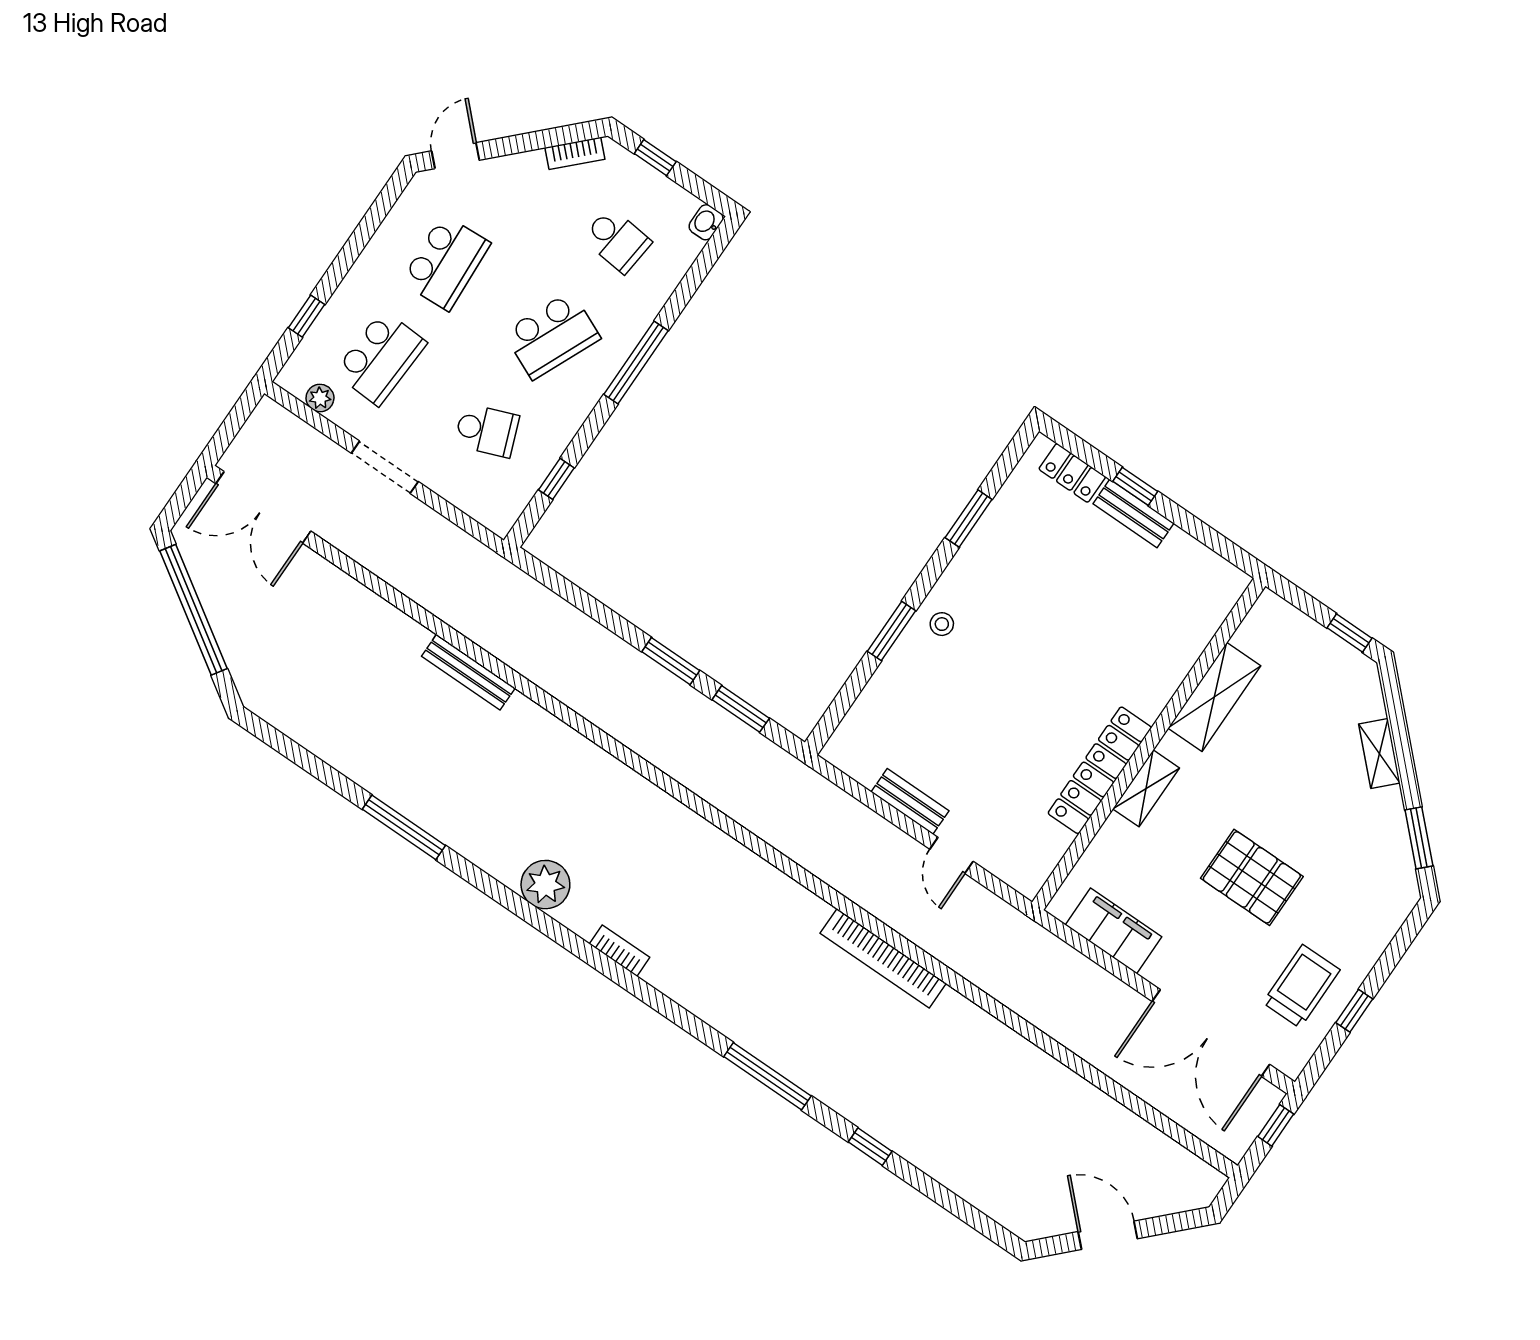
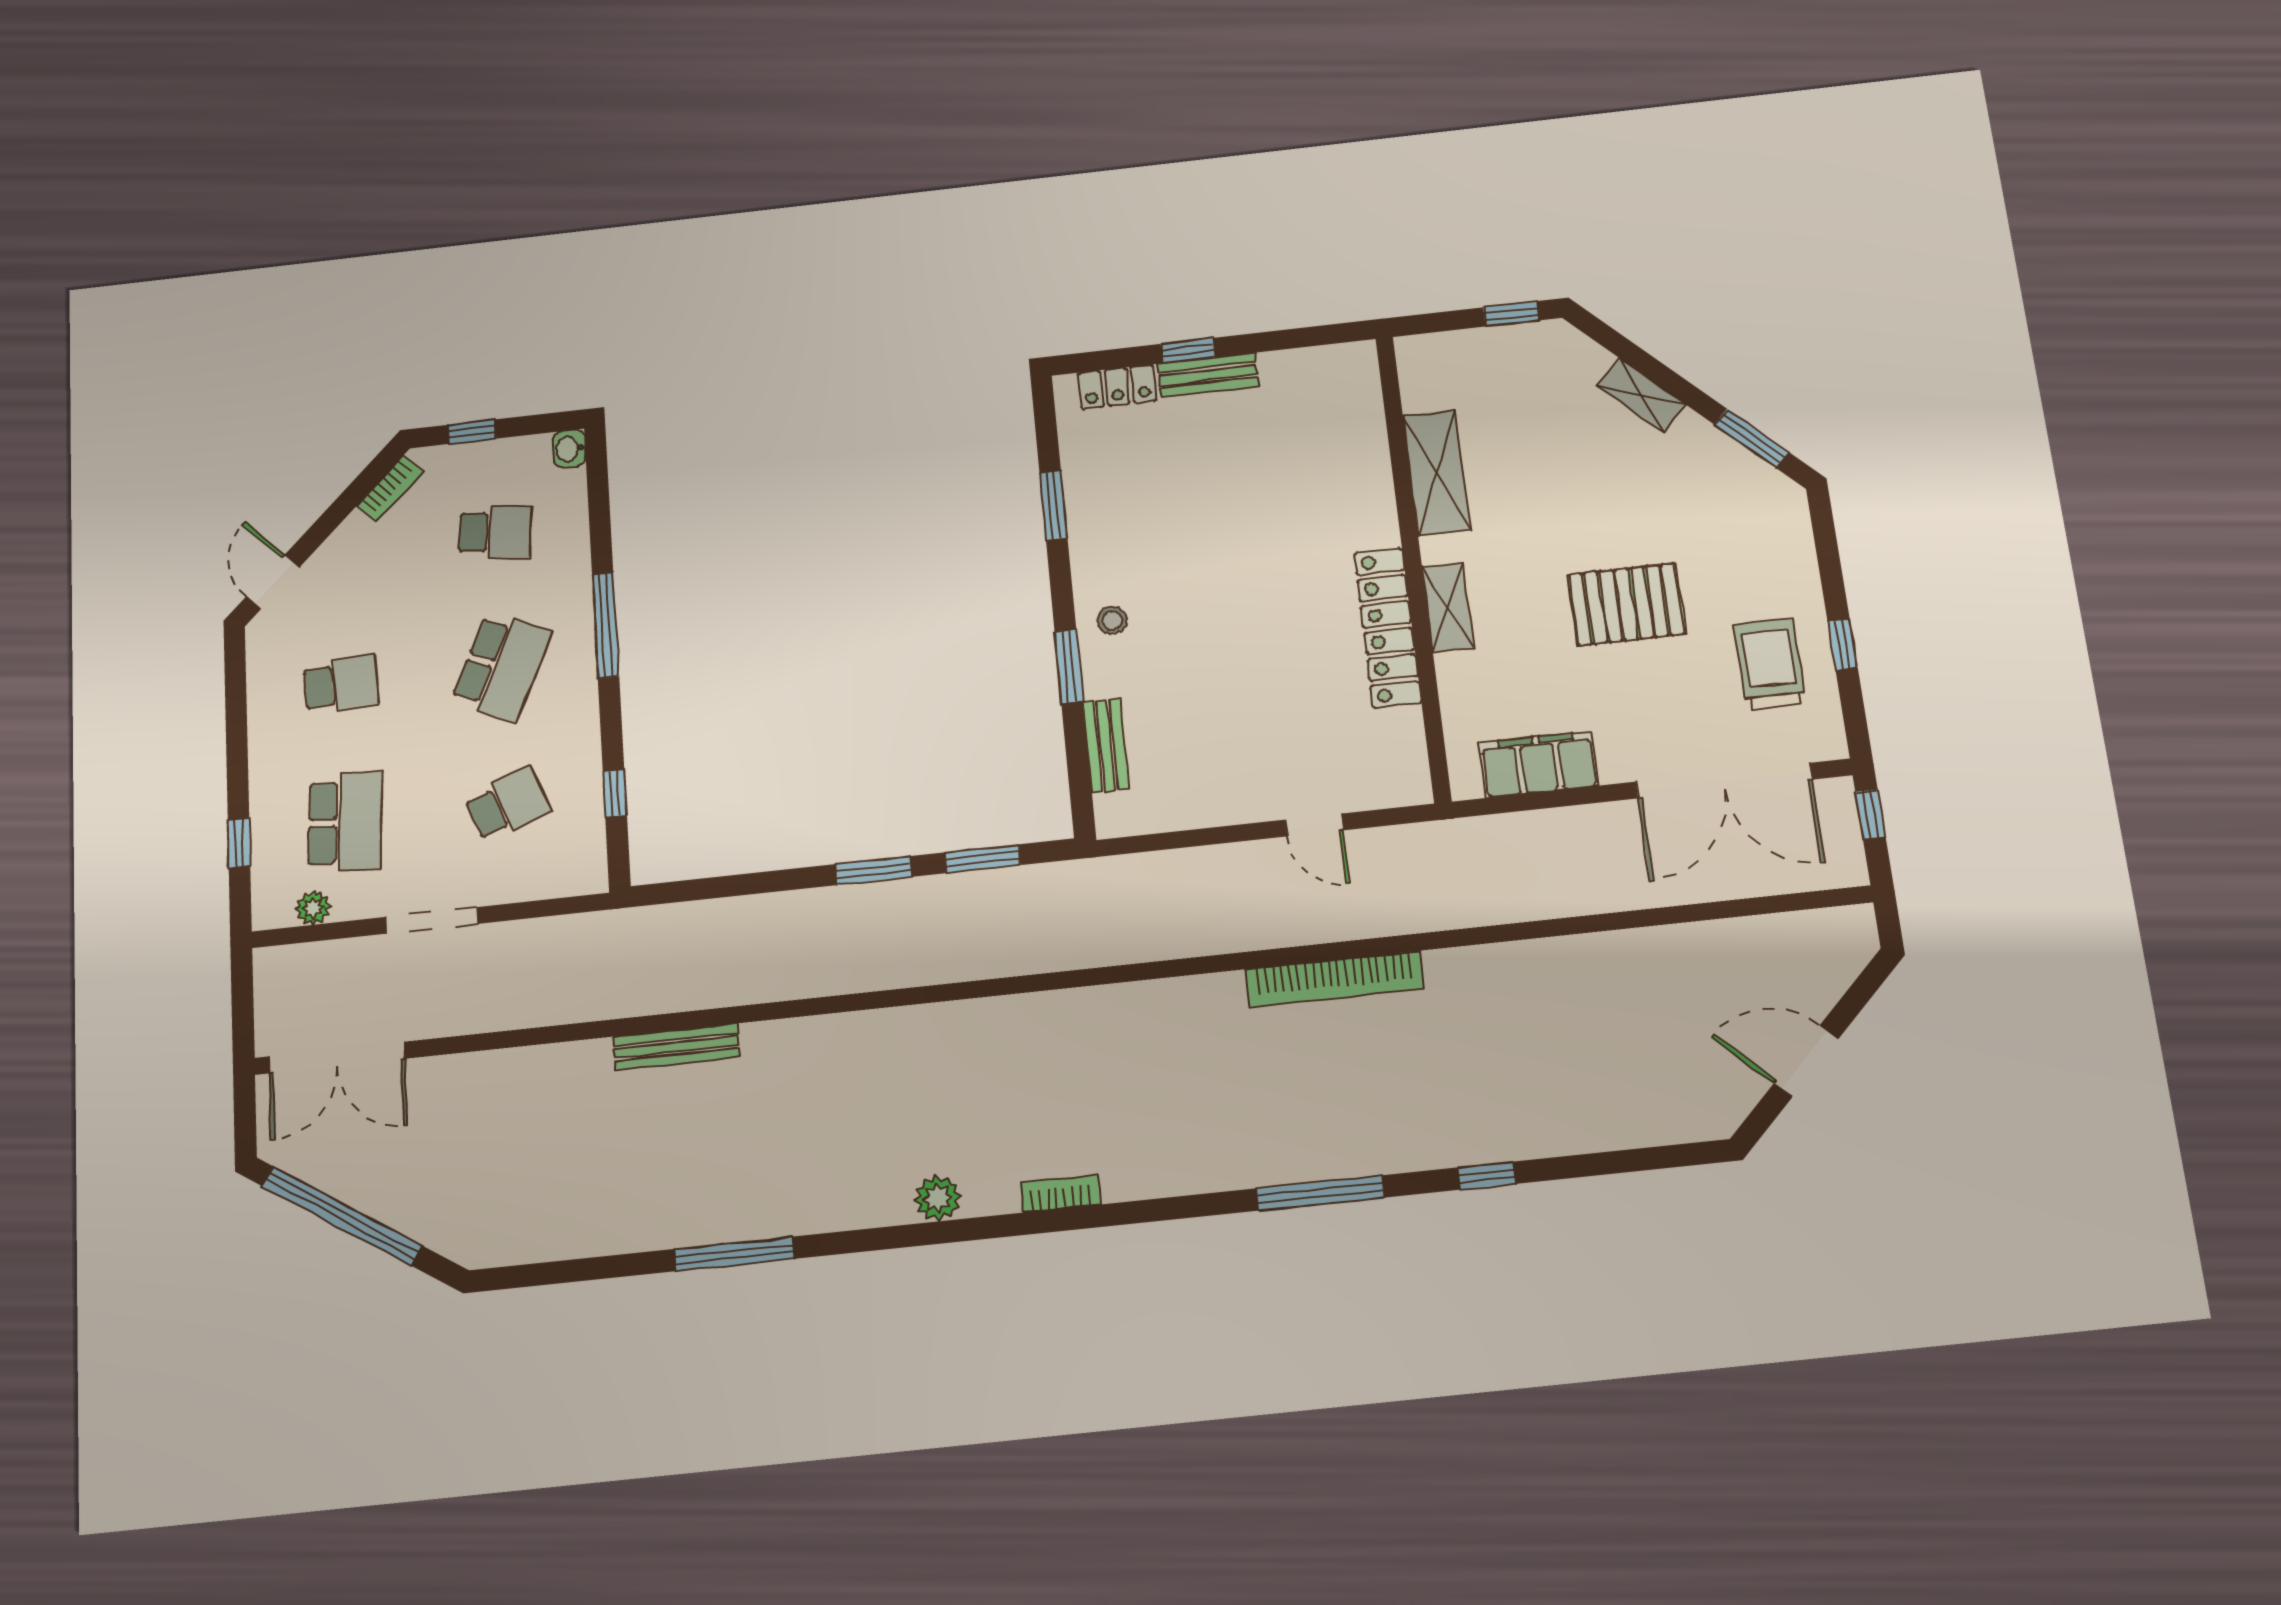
school desk: (446, 263) -> (341, 684), width x0.54
bench: (910, 801) -> (1106, 745), moved, turned 90
plant: (545, 885) -> (938, 1198), width x0.73, depth x0.73

